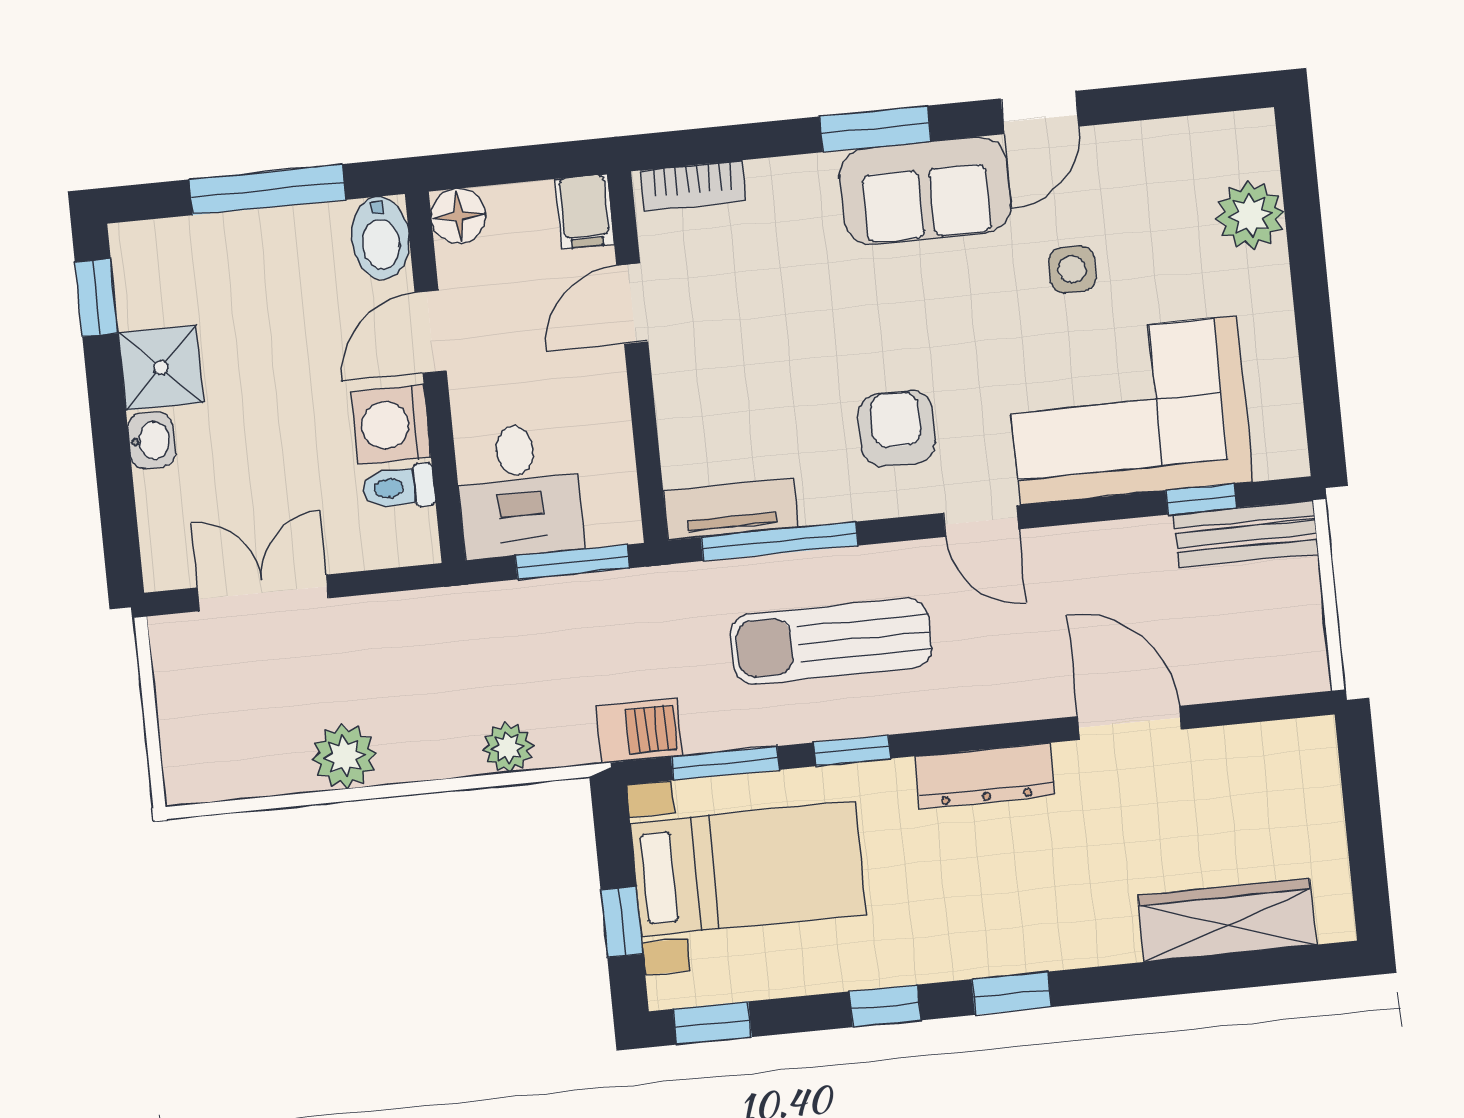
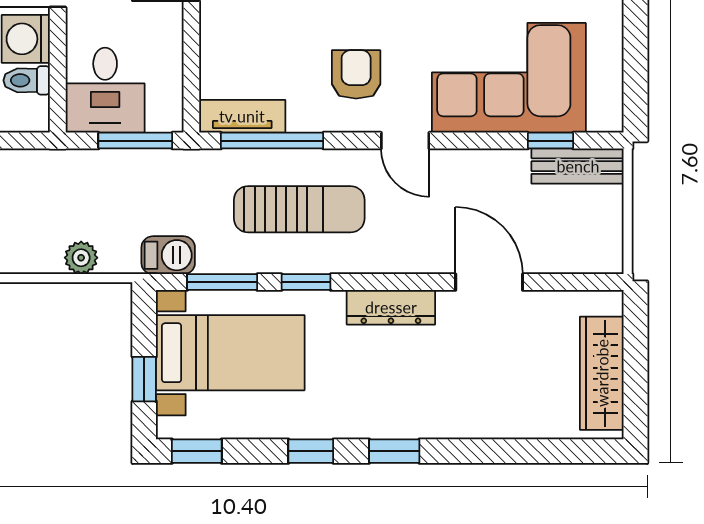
sun lounger: (831, 641) -> (299, 209), turned 180
wardrobe: (1227, 920) -> (602, 373), moved, turned -90

